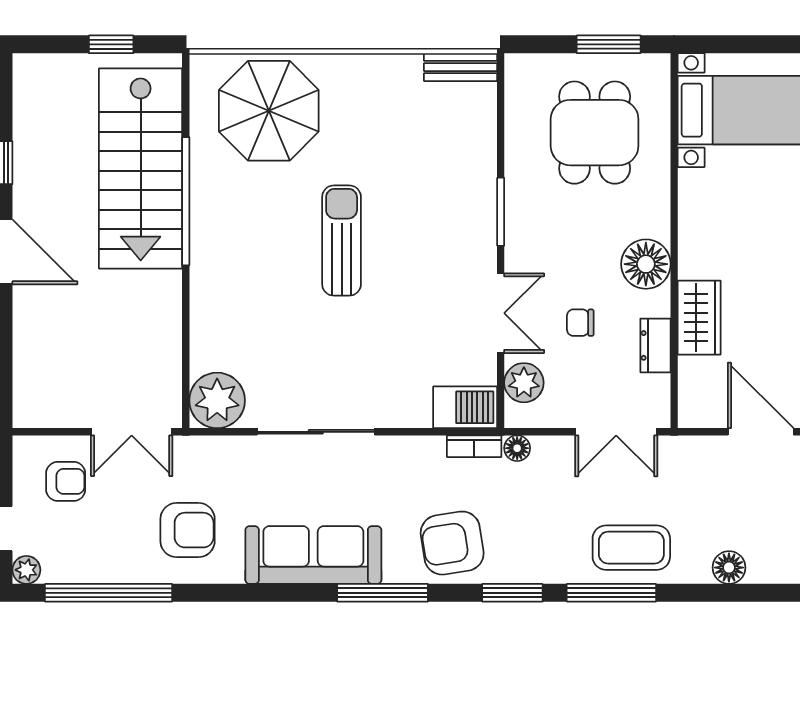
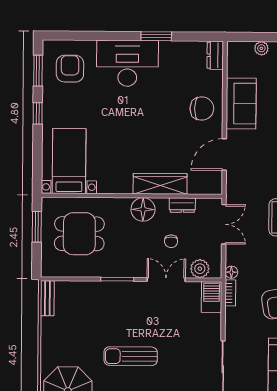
wardrobe: (699, 318) -> (160, 184), width x1.50

